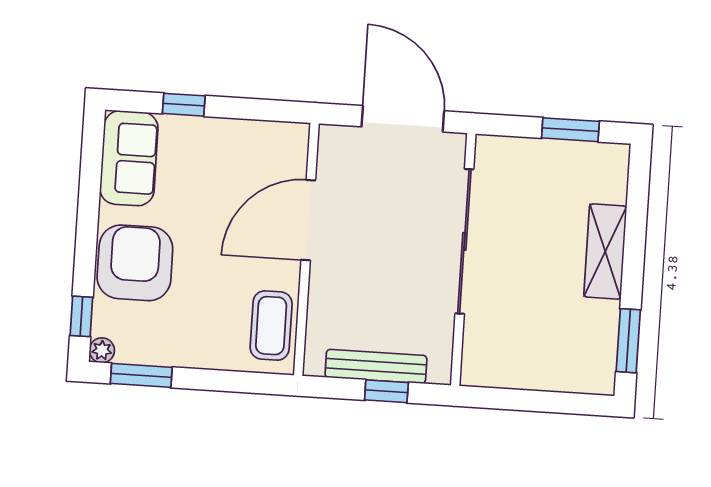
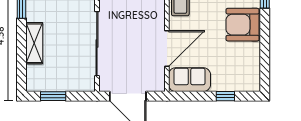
sofa: (129, 158) -> (190, 80), moved, turned 90
armchair: (135, 263) -> (243, 25), turned 90

